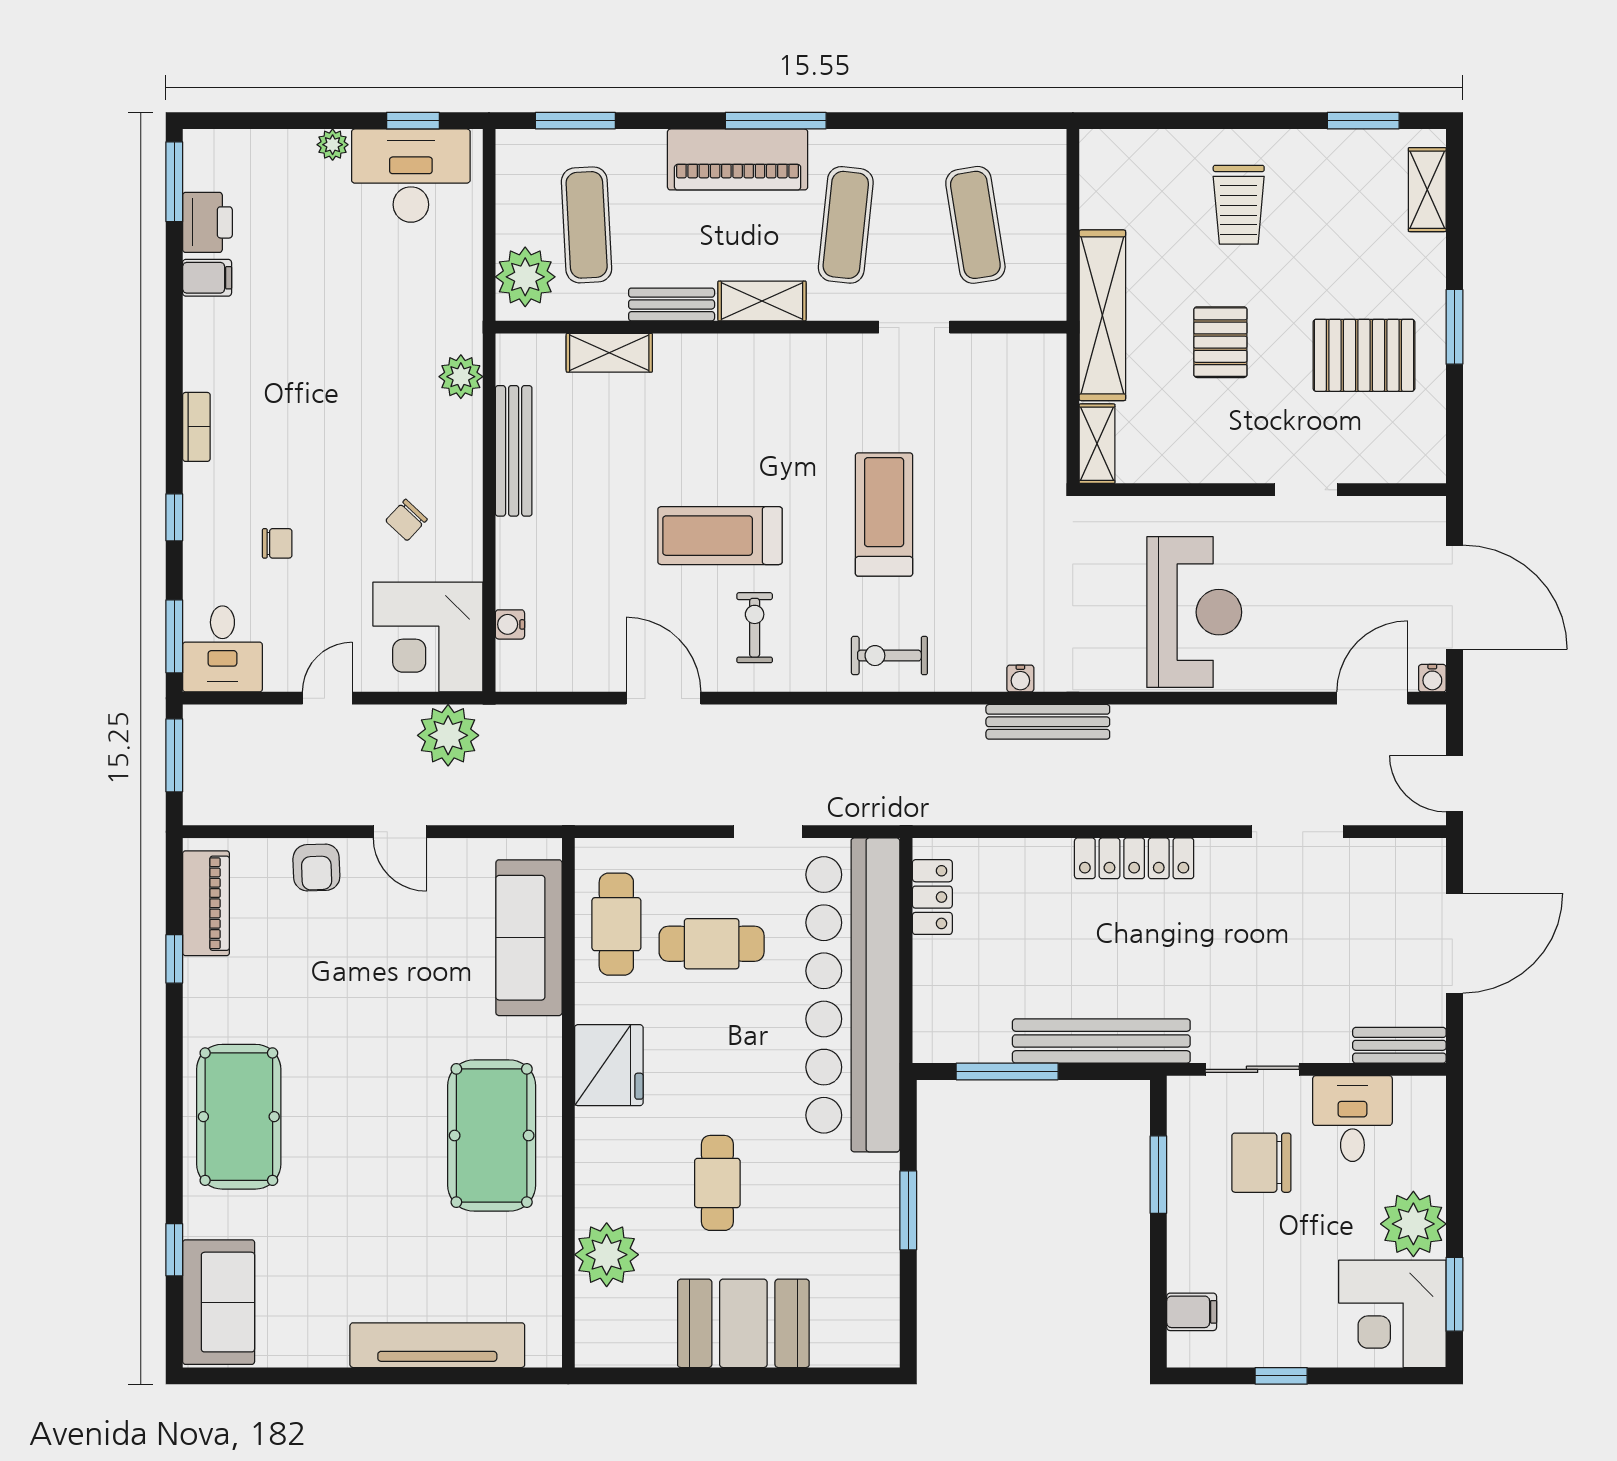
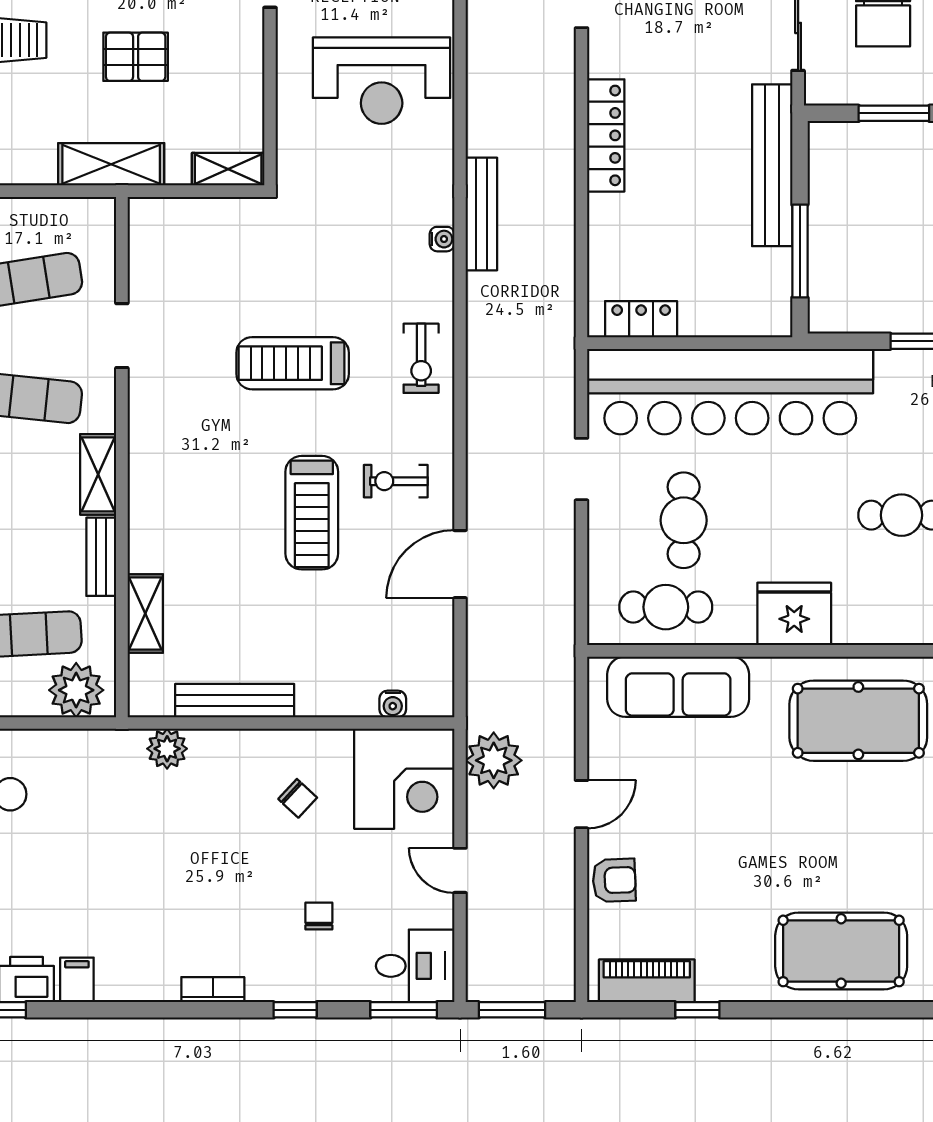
shelving: (1102, 315) -> (111, 164), width x0.68
reception desk: (1194, 612) -> (382, 81), turned 180

